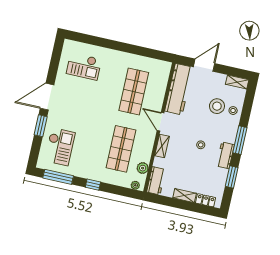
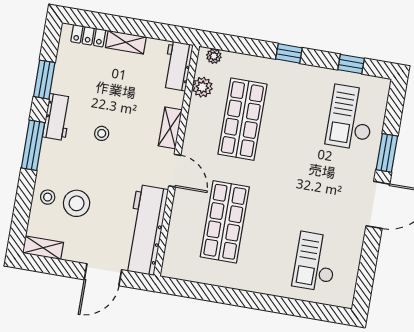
checkout: (84, 66) -> (315, 262), turned -90
window: (58, 177) -> (351, 64), width x0.46

